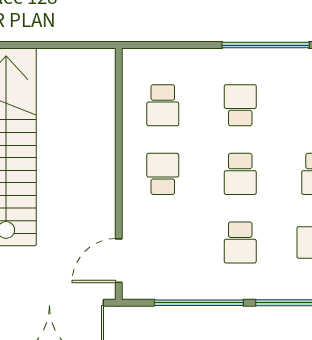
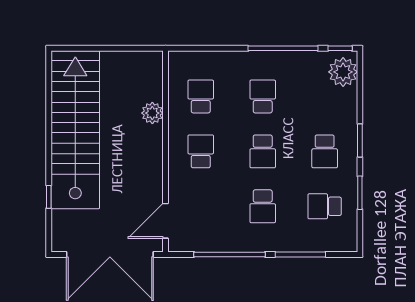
school desk: (163, 105) -> (201, 96), turned 180
plant: (102, 126) -> (152, 113), added

